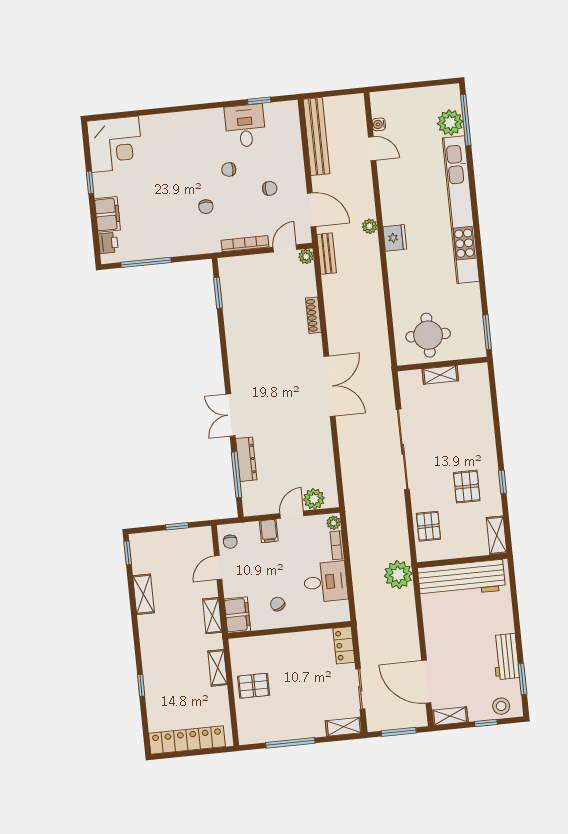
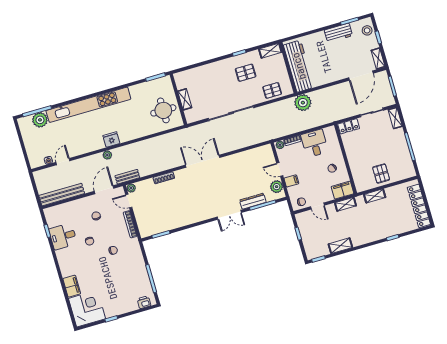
filing cabinet: (107, 214) -> (72, 286), moved, turned 90
plant: (314, 499) -> (277, 187), moved

